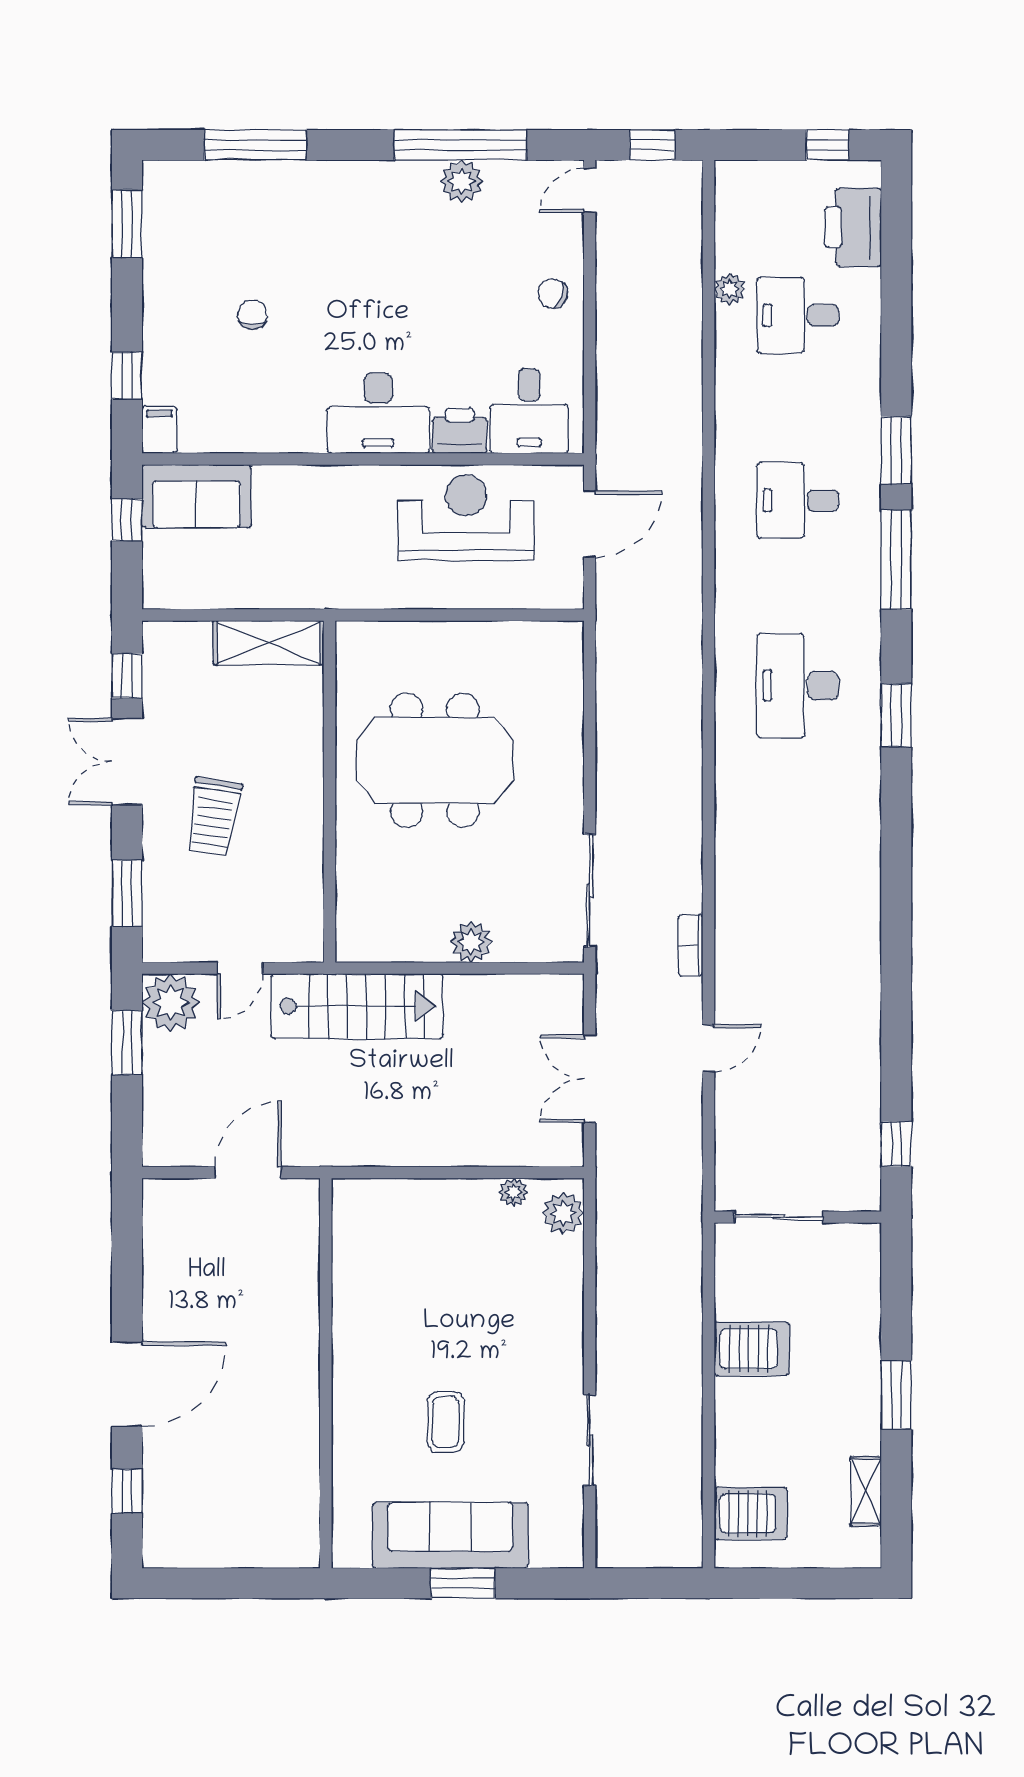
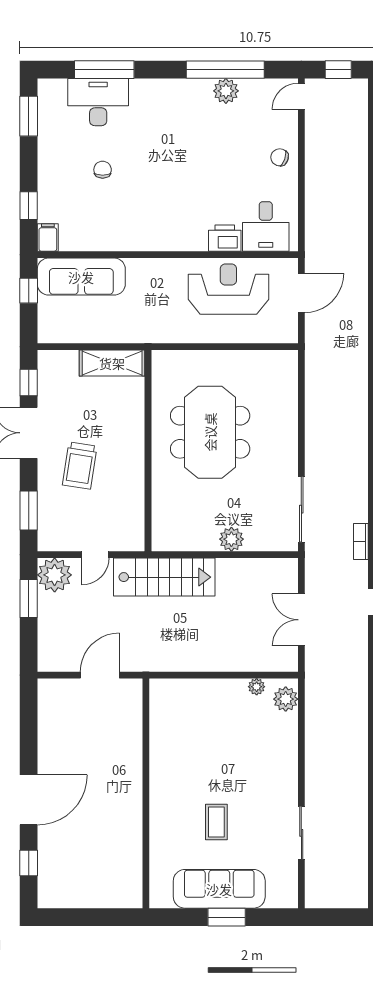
desk: (378, 413) -> (98, 102), moved, turned 180
sofa: (196, 496) -> (81, 277), width x1.36
meeting table: (435, 760) -> (210, 432), turned 90

